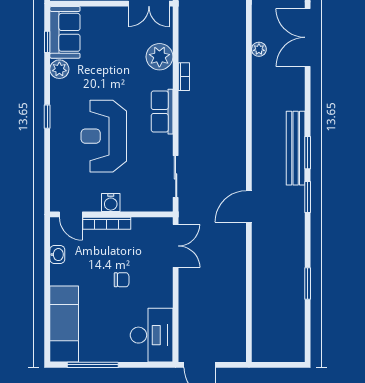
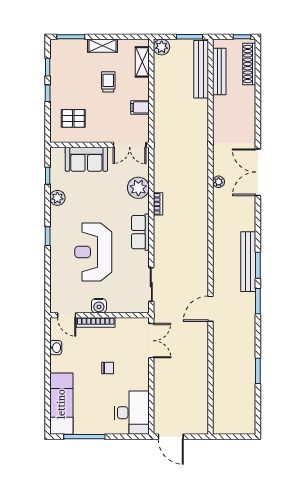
sofa: (65, 32) -> (86, 159), moved, turned 90

